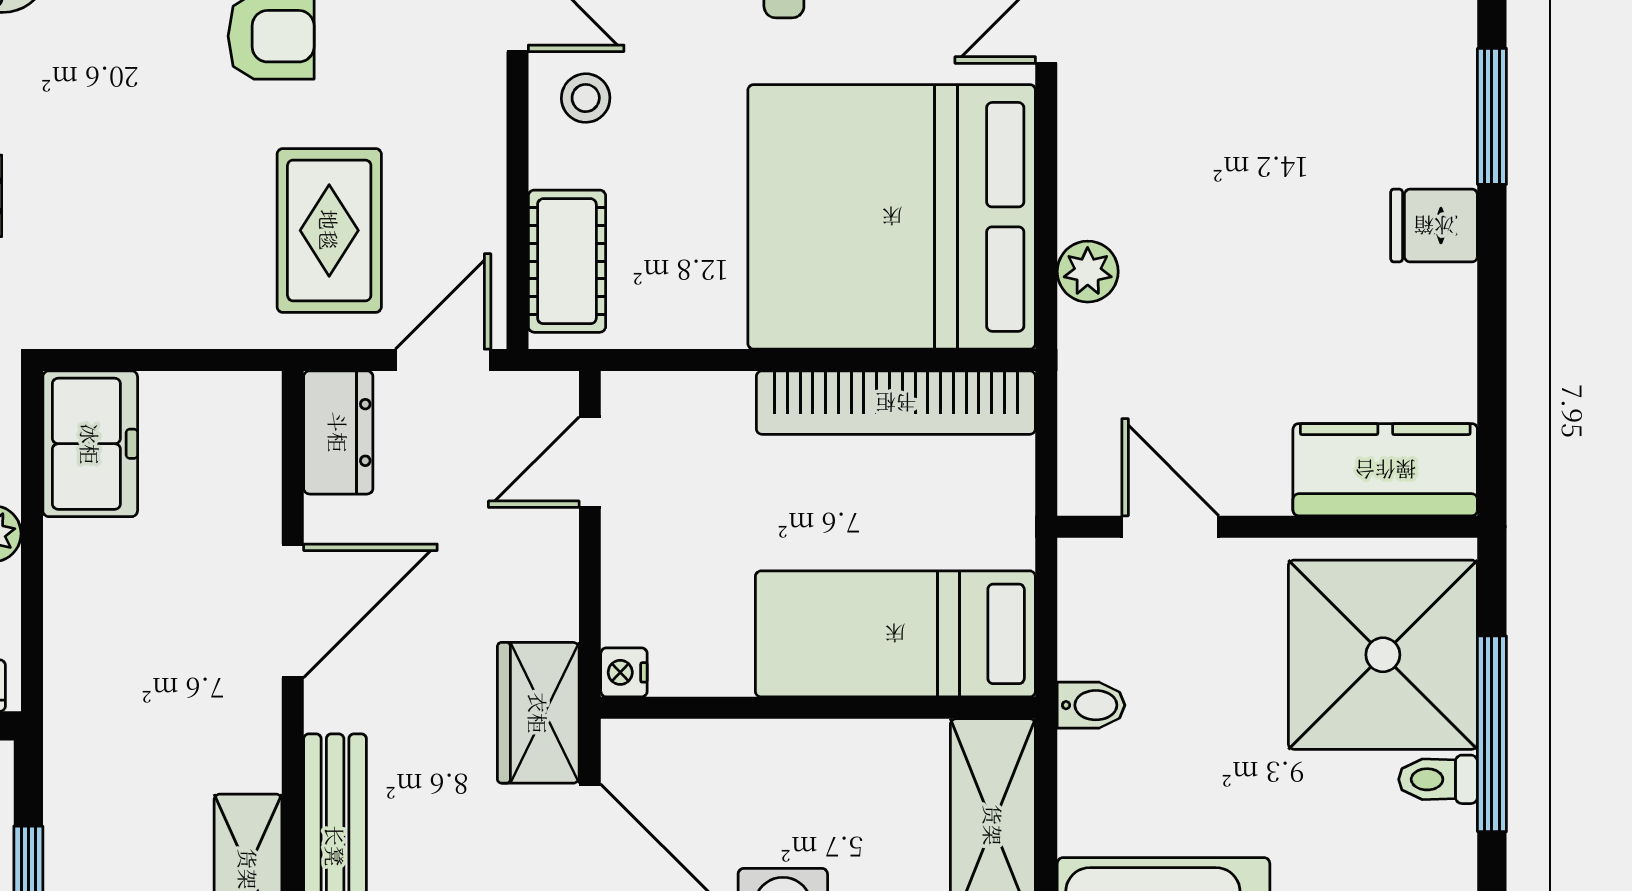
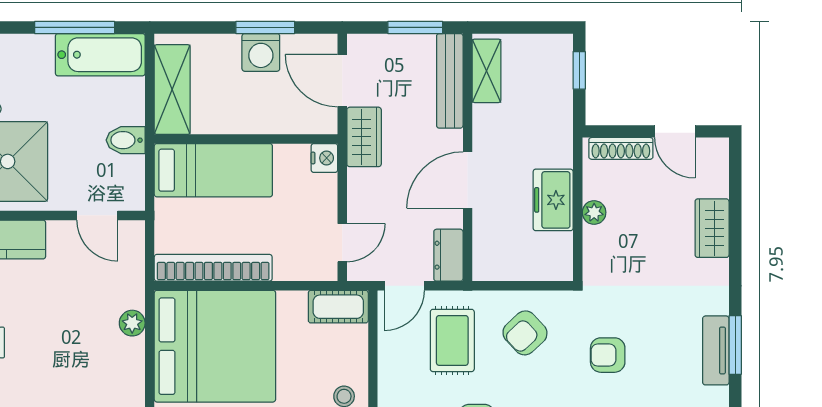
armchair: (157, 248) -> (525, 333), added
cot: (567, 261) -> (338, 307), moved, turned 90
freezer: (90, 444) -> (553, 200), moved
nightstand: (624, 672) -> (324, 158), width x1.39, depth x1.35
bidet: (1091, 705) -> (126, 140), width x1.38, depth x1.36

